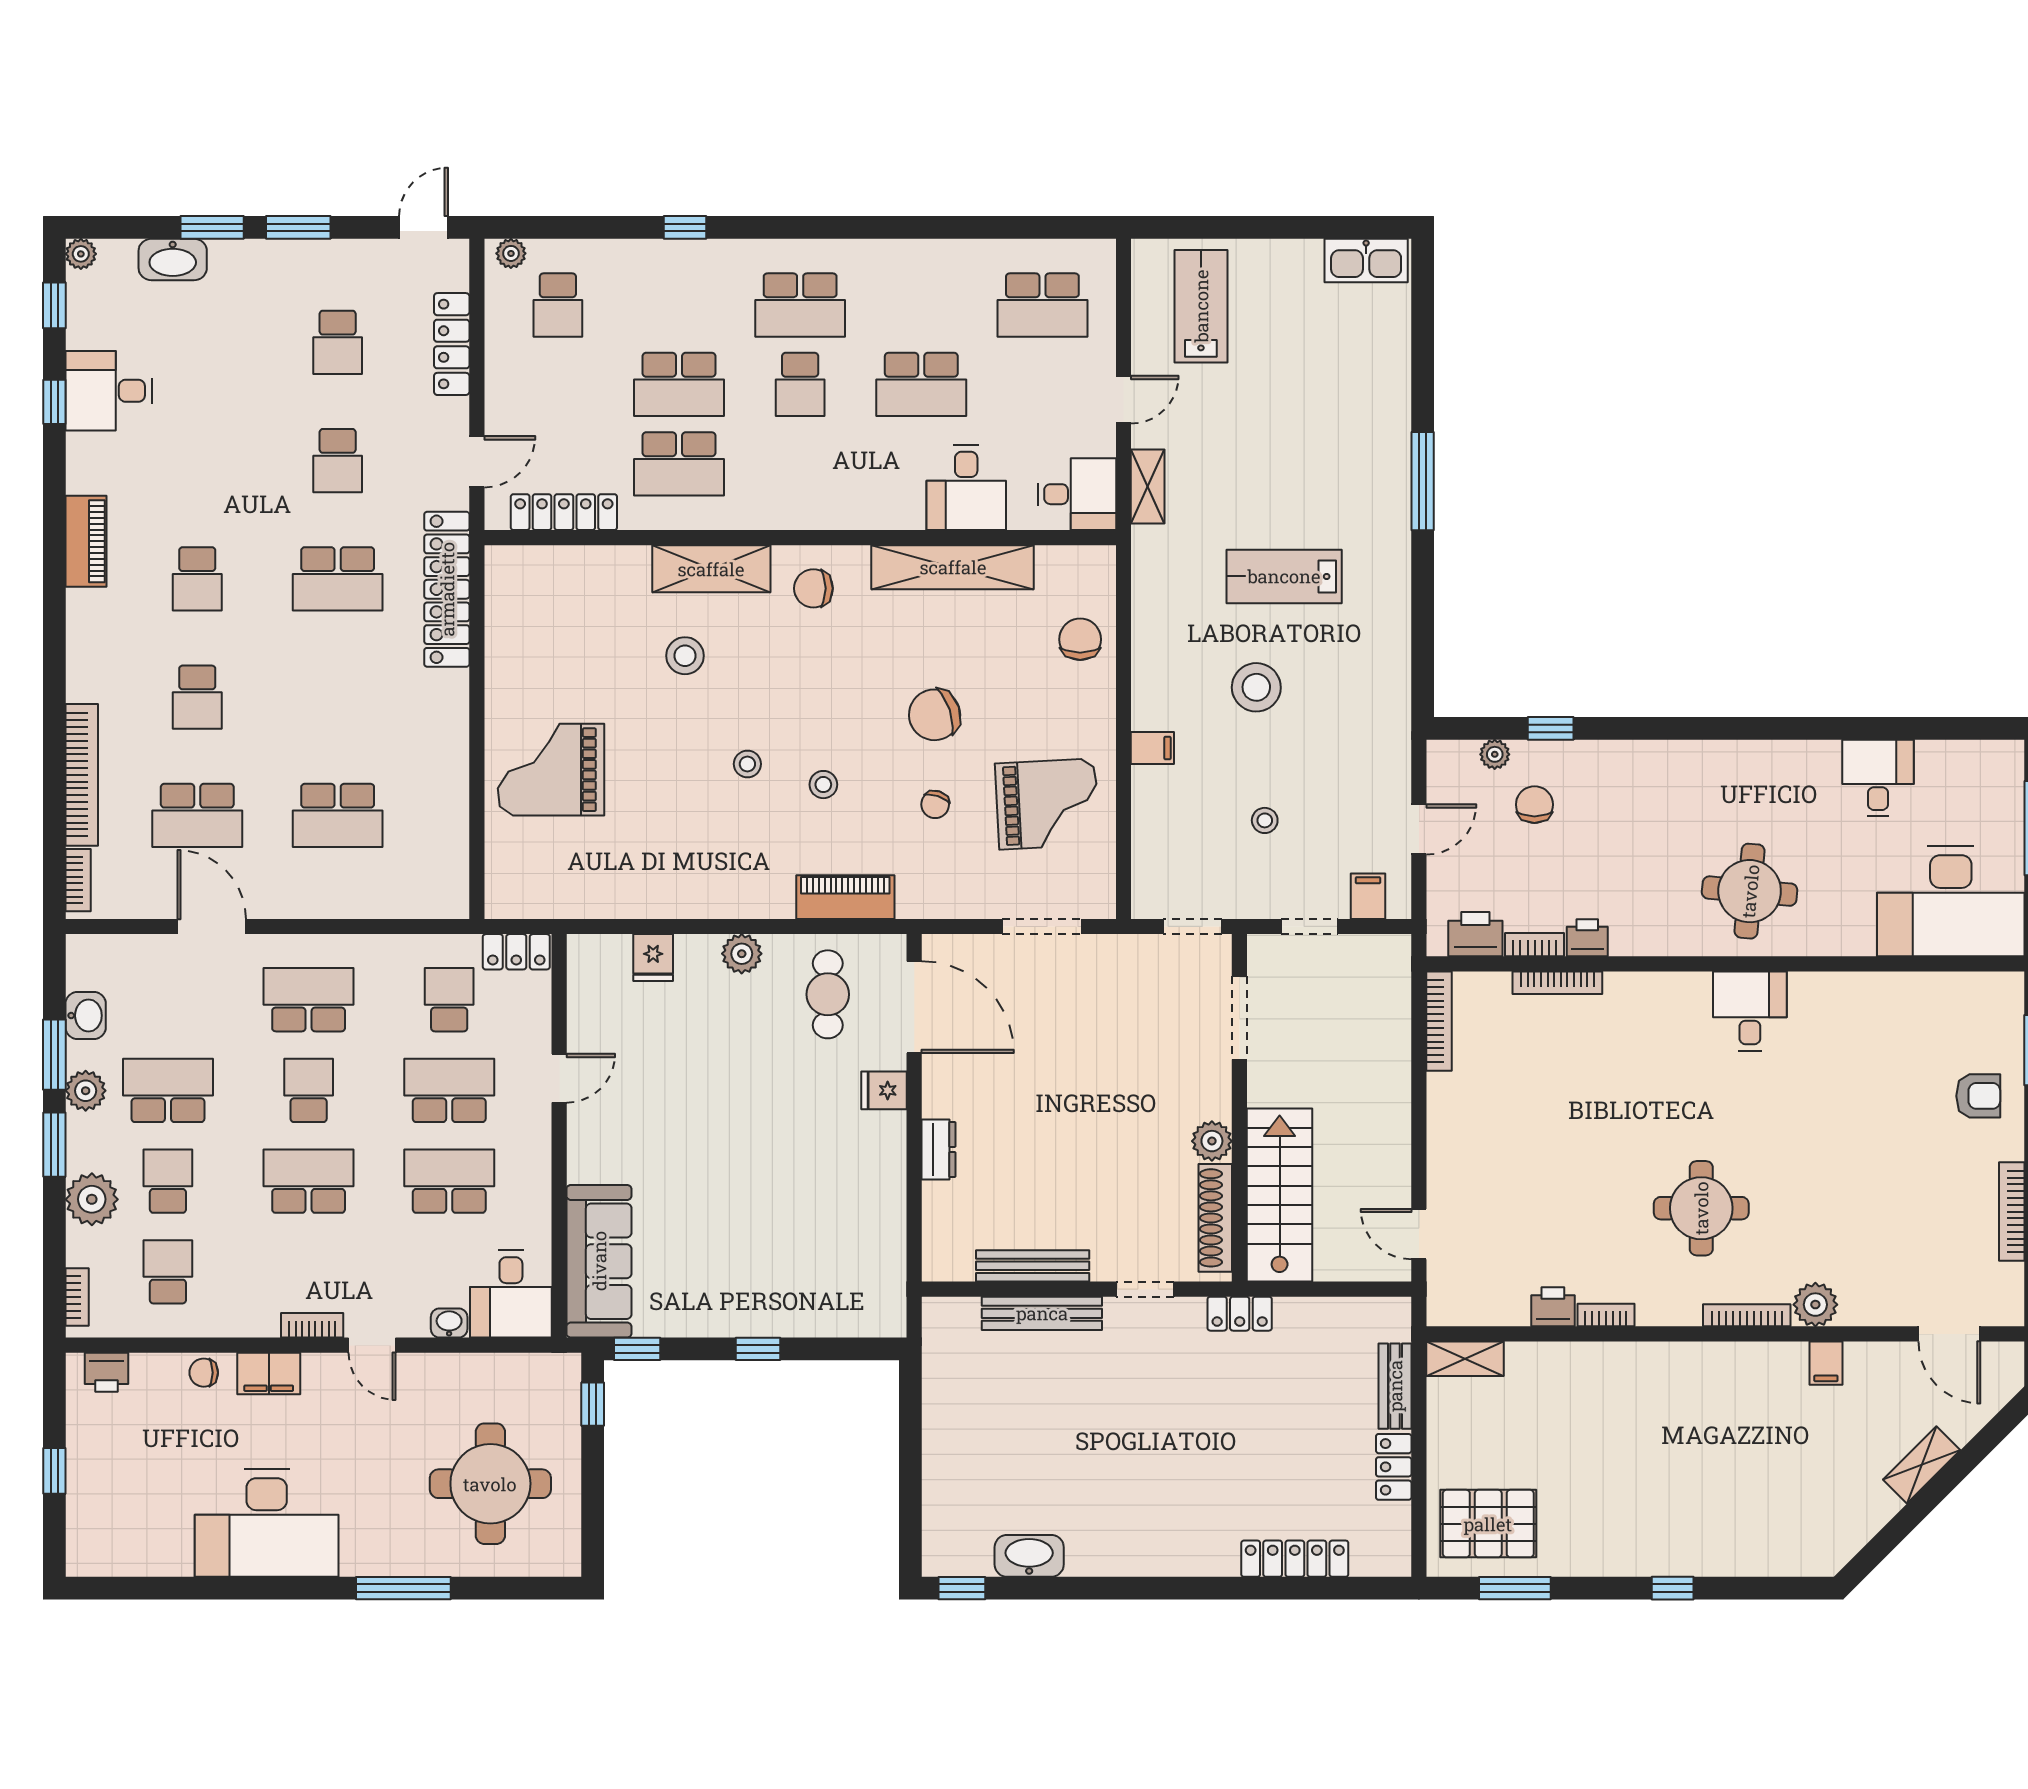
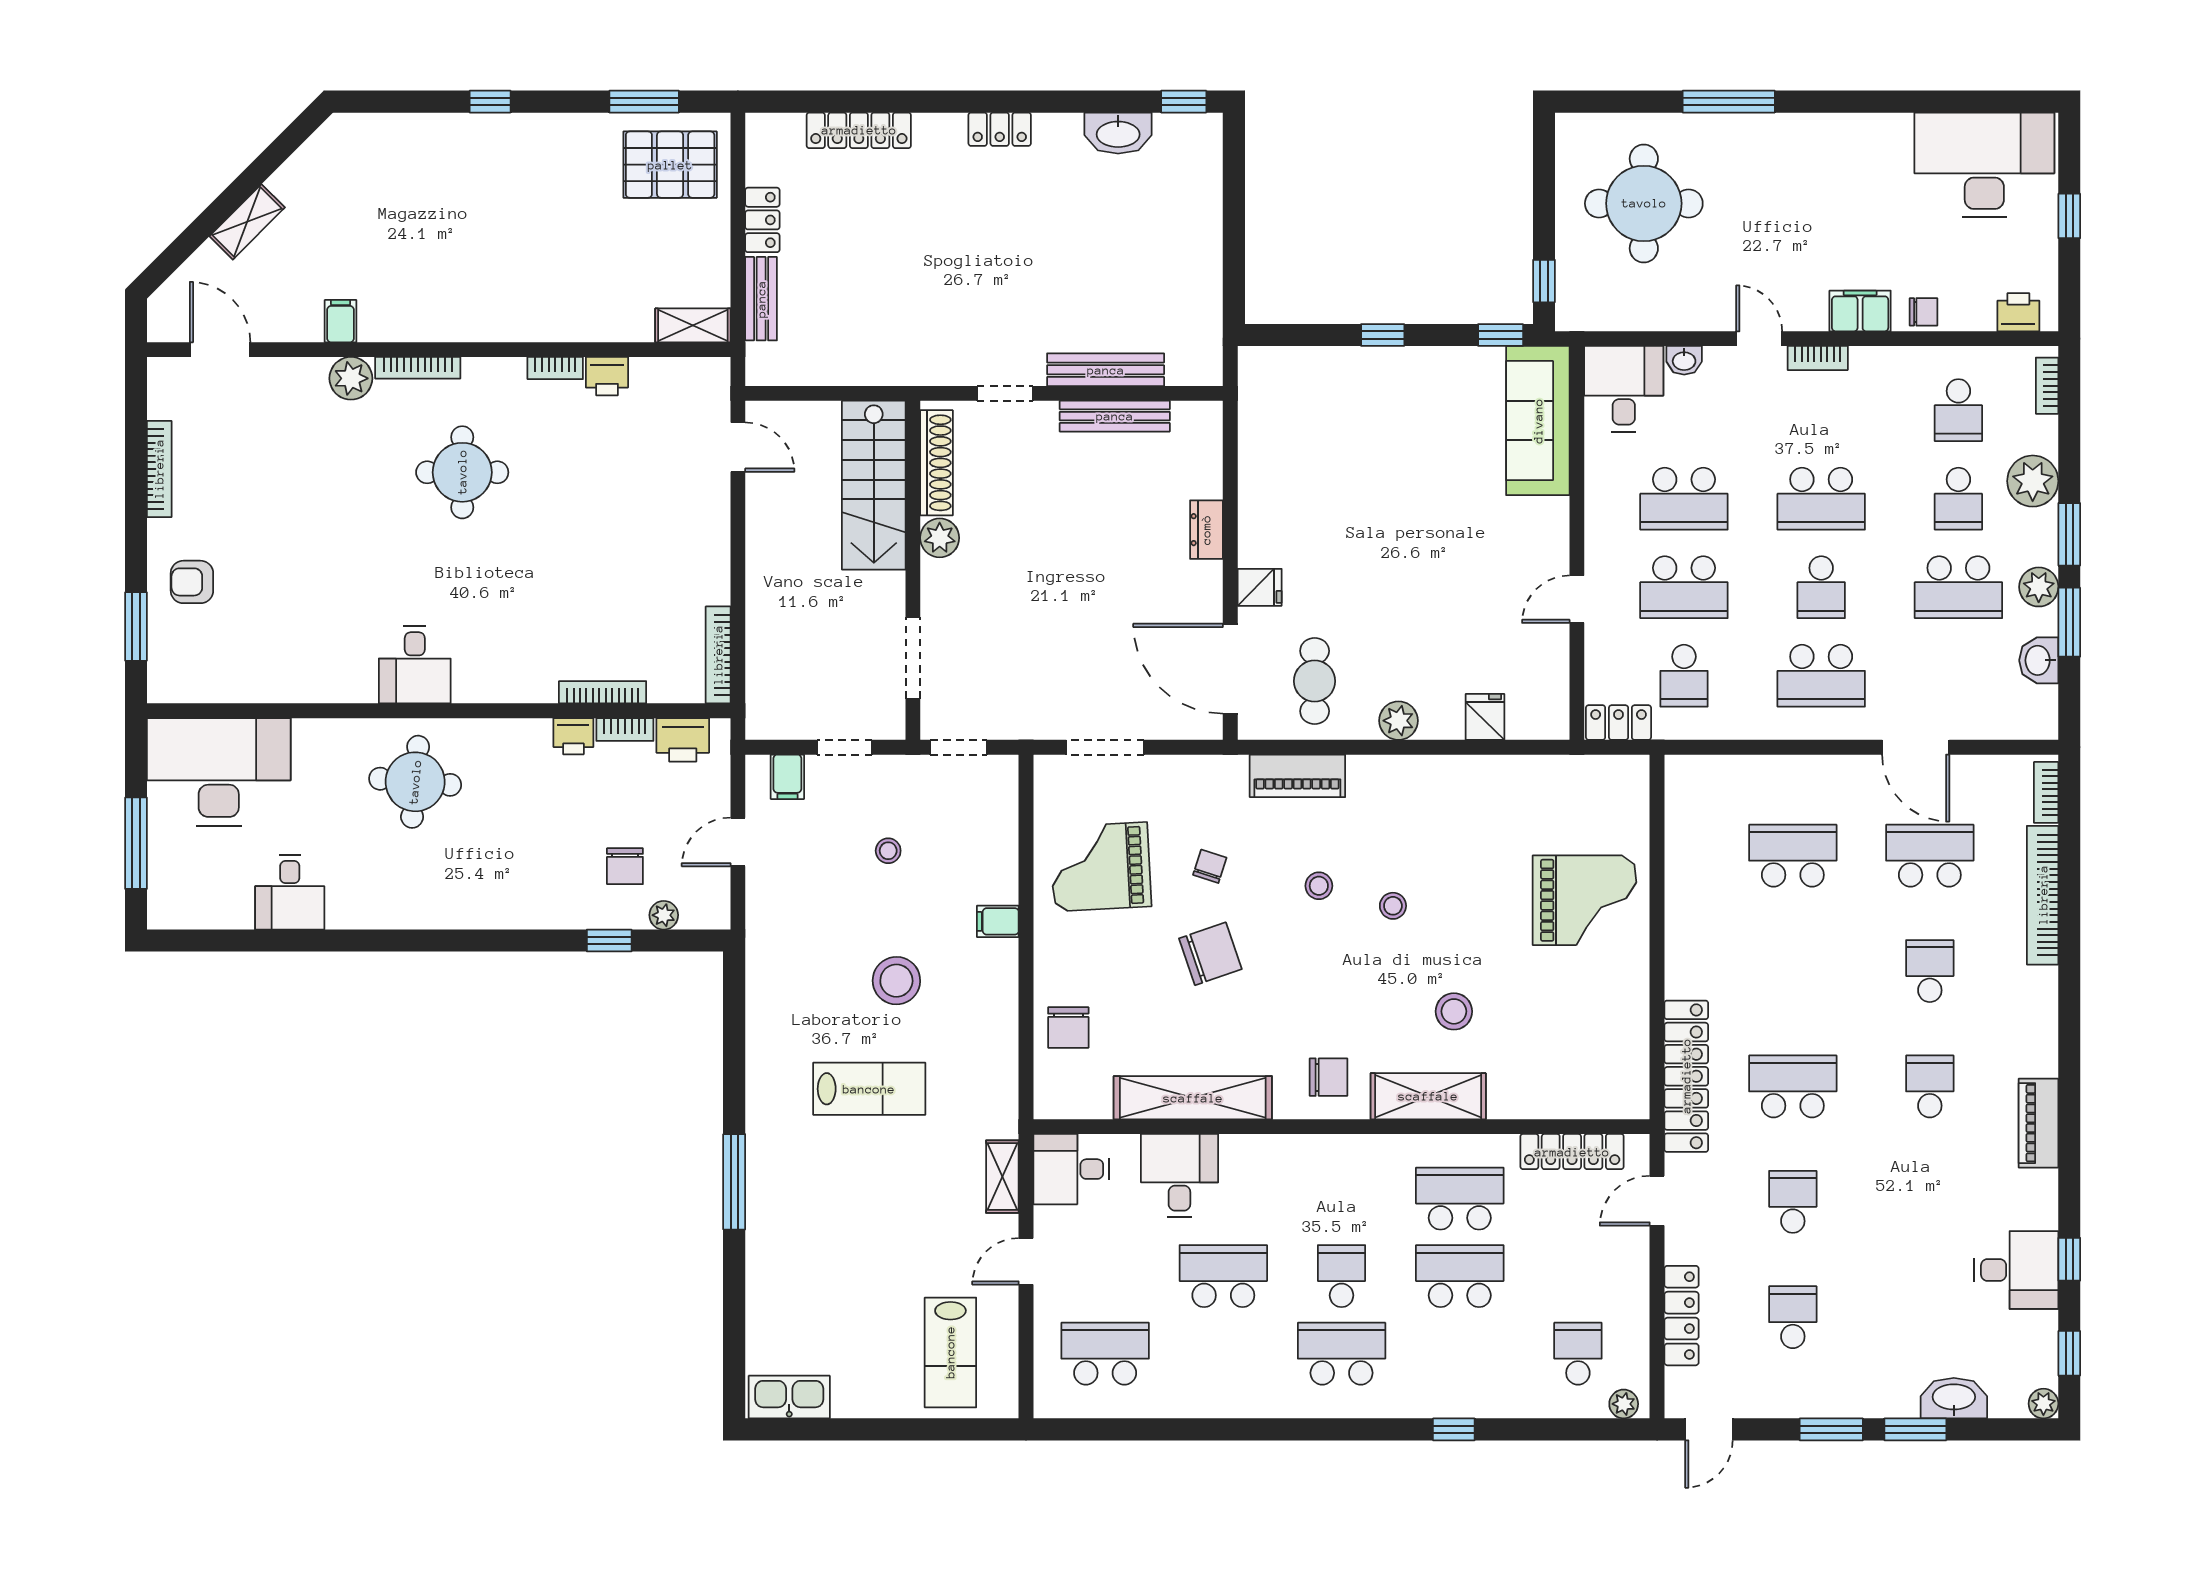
locker: (1240, 1314) -> (1000, 129), moved, turned 180
desk: (267, 1523) -> (1984, 165), moved

